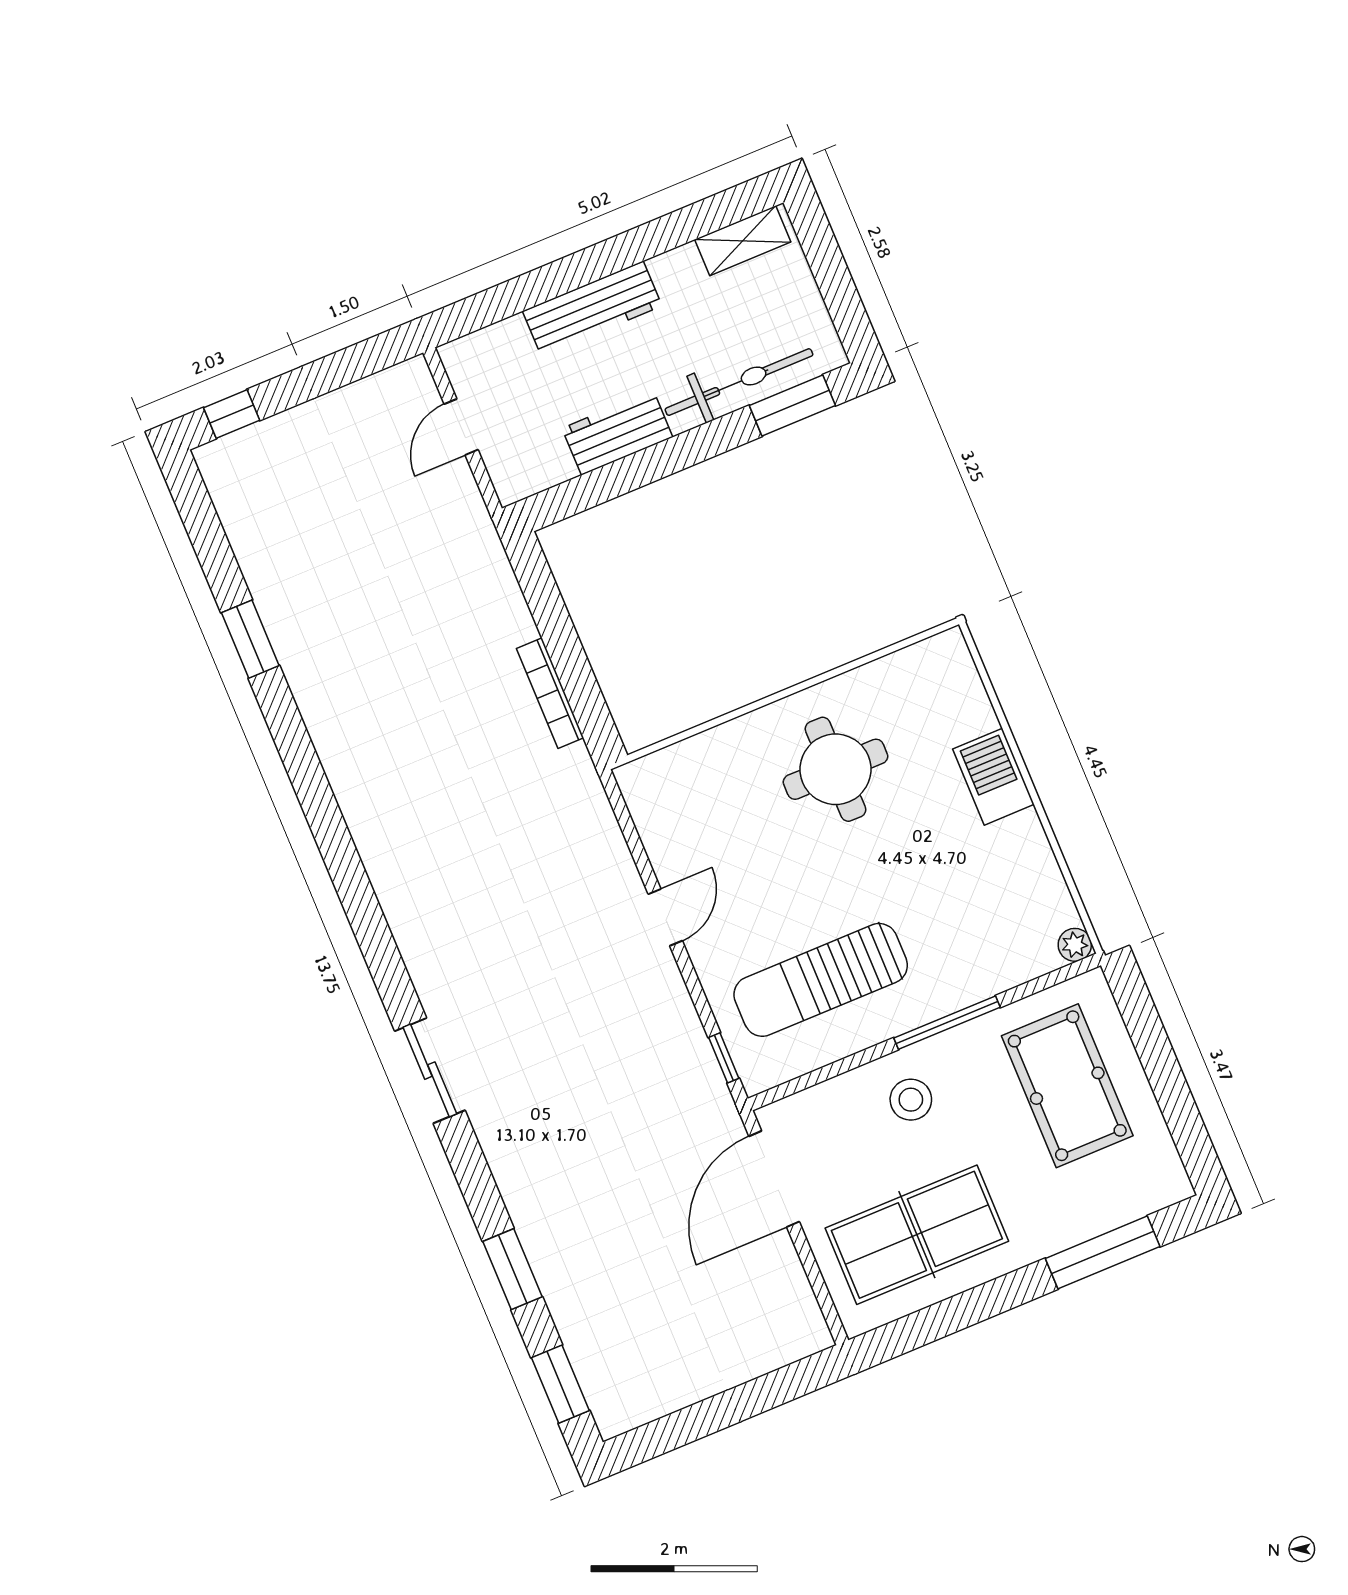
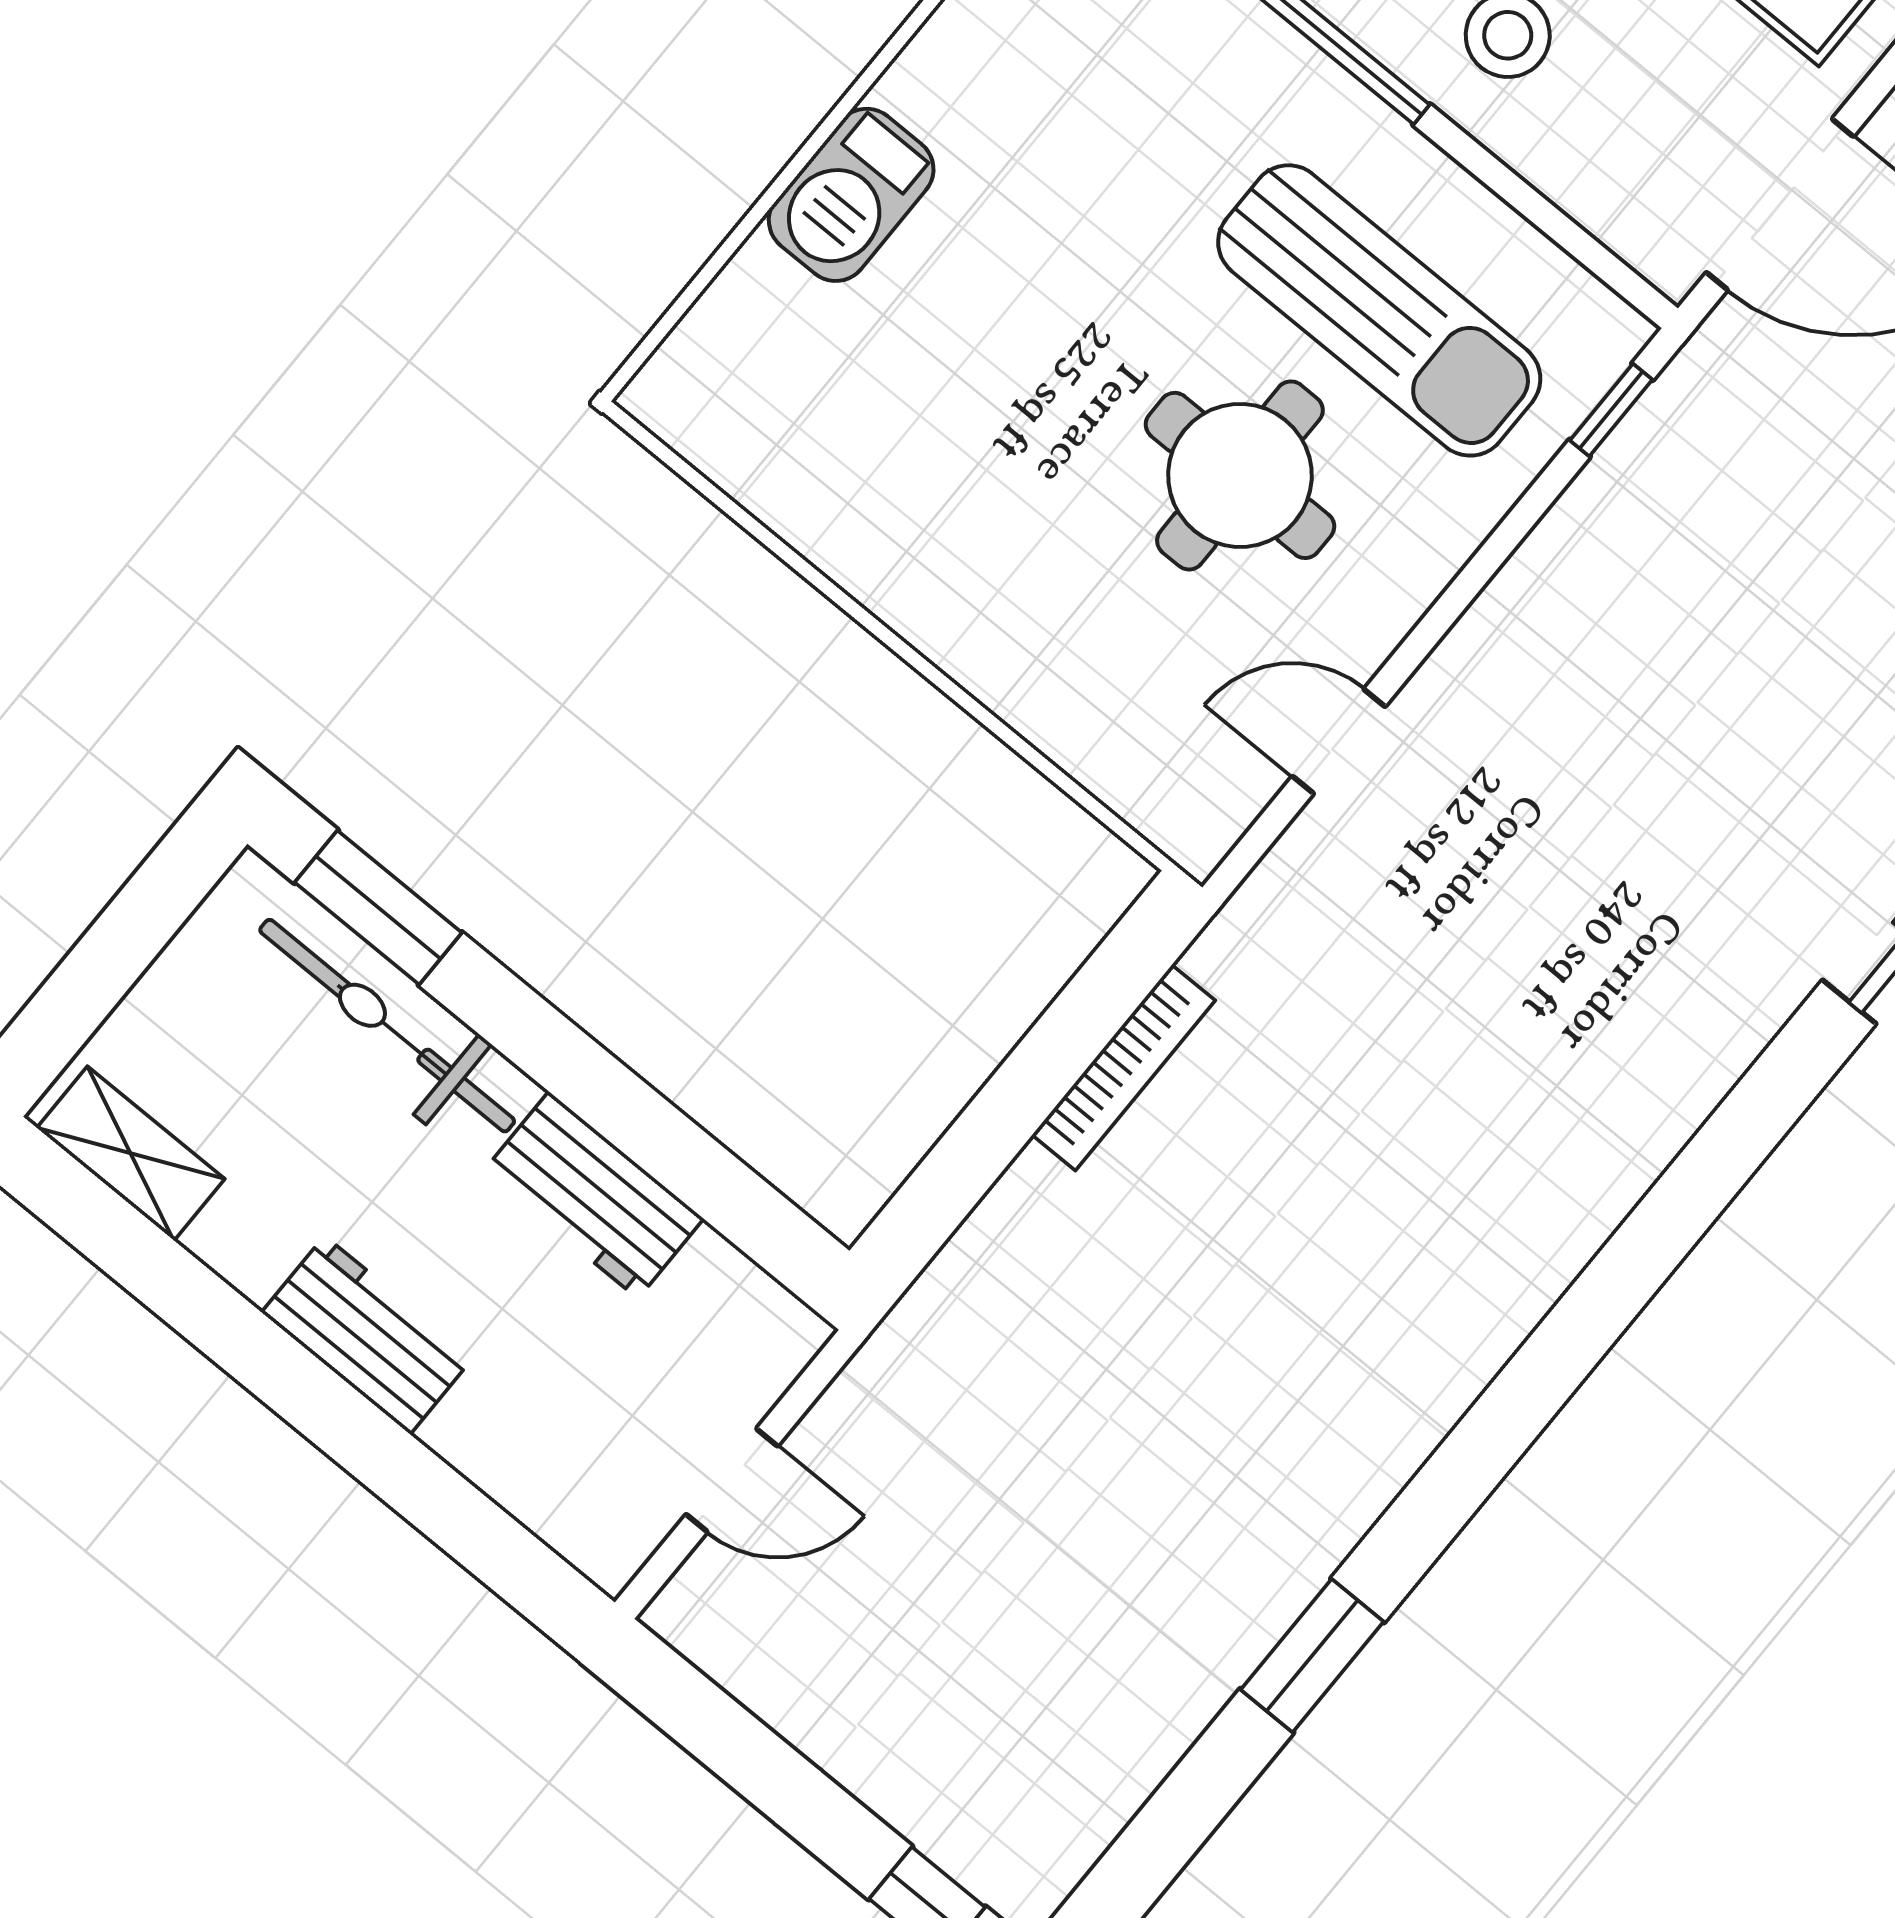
workbench: (592, 309) -> (367, 1335), width x0.73
round table: (836, 769) -> (1240, 475), moved
door: (665, 917) -> (1339, 741), moved

